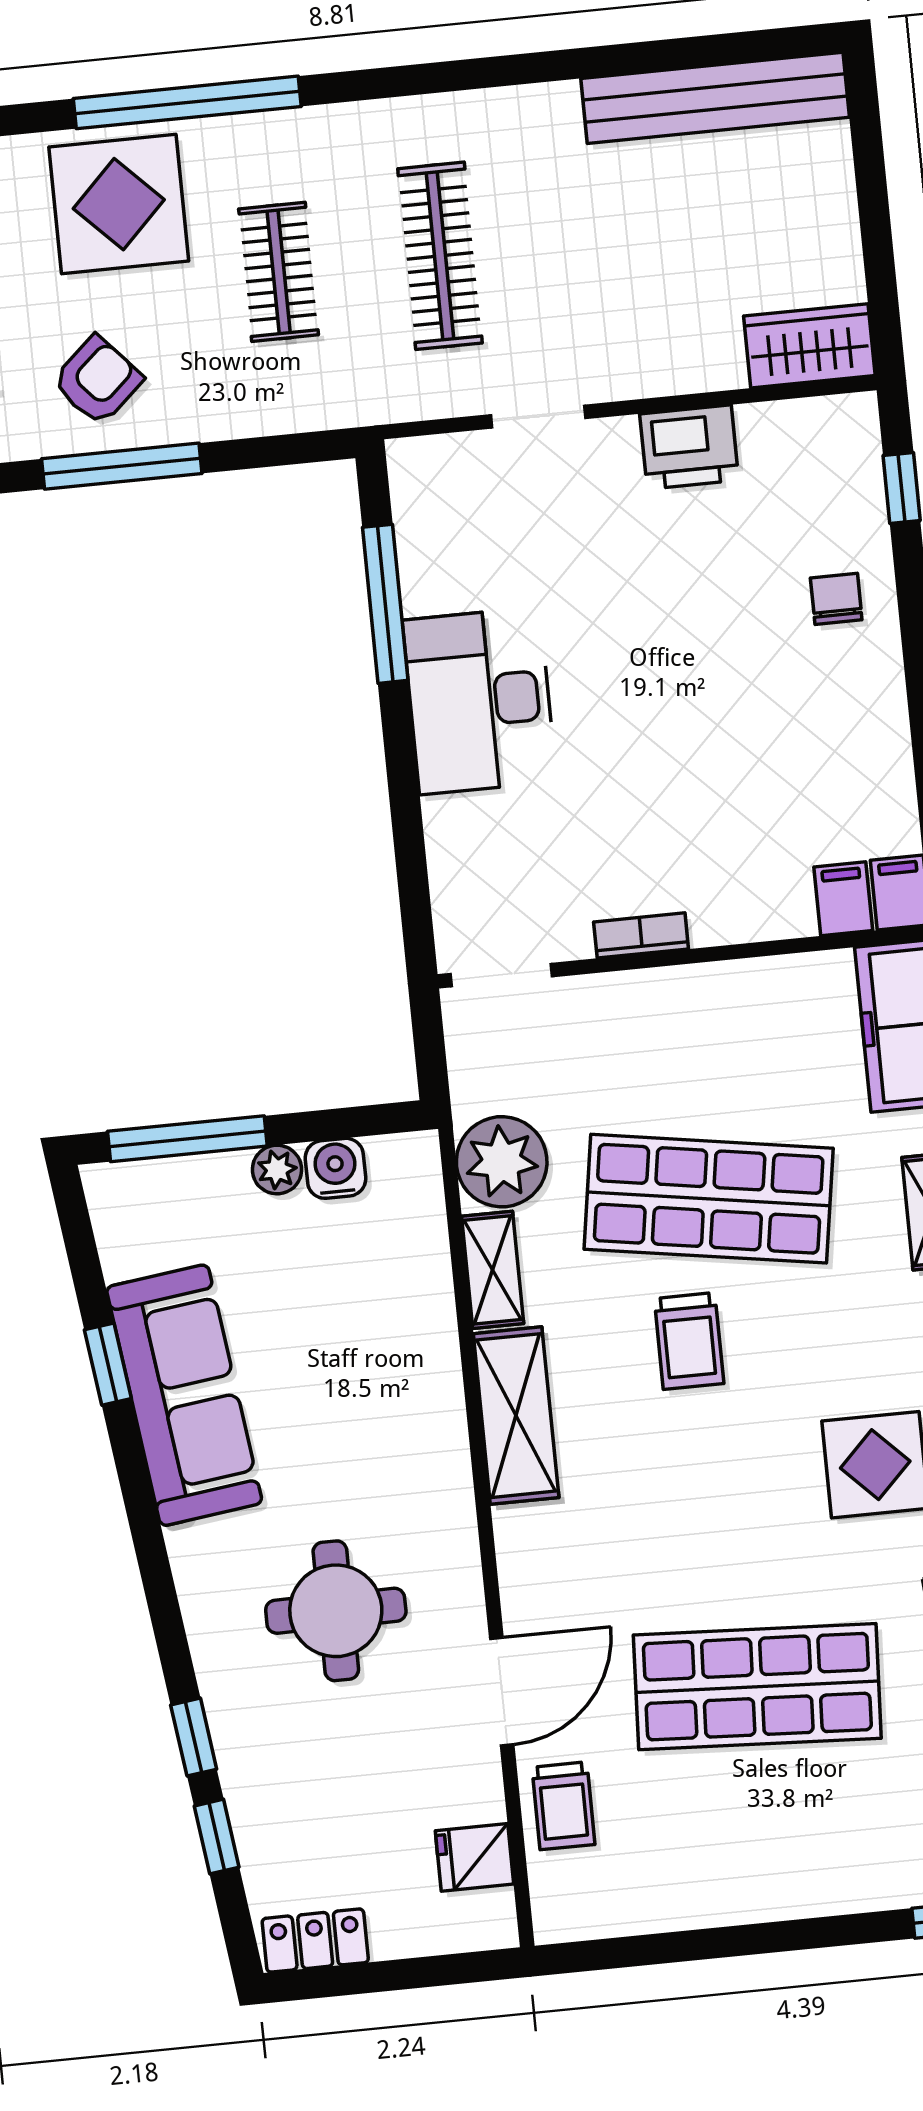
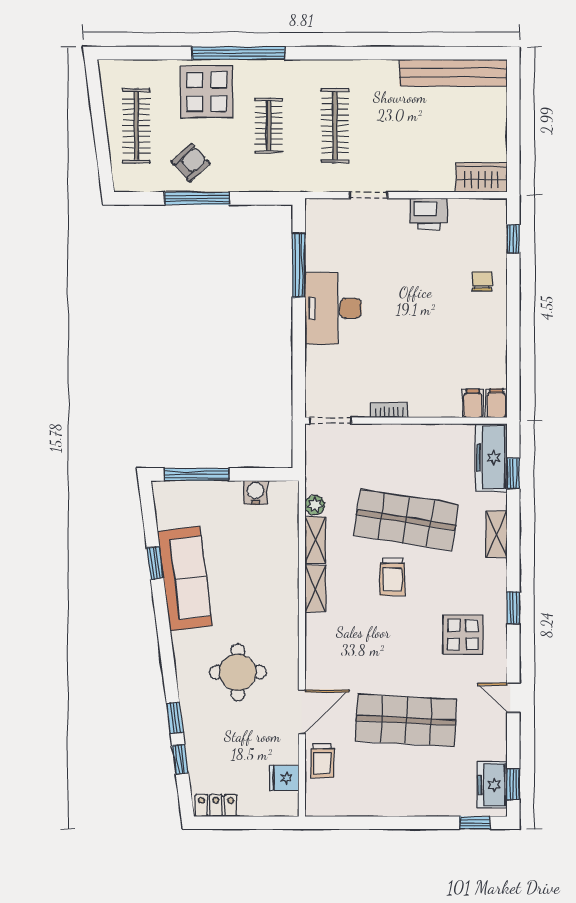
plant: (502, 1162) -> (315, 505), width x0.53, depth x0.53
plant: (277, 1170) -> (232, 491), removed
shelving: (516, 1416) -> (315, 589), width x0.67, depth x0.75

